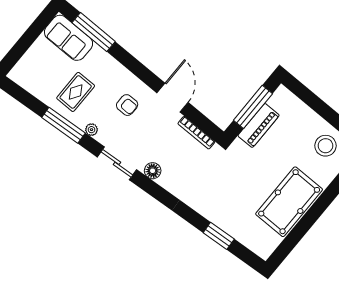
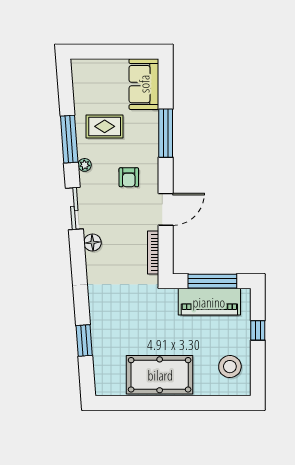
window: (94, 32) -> (166, 133), moved
window: (316, 104) -> (258, 330), added
piano: (259, 125) -> (209, 302), width x1.37, depth x1.33

